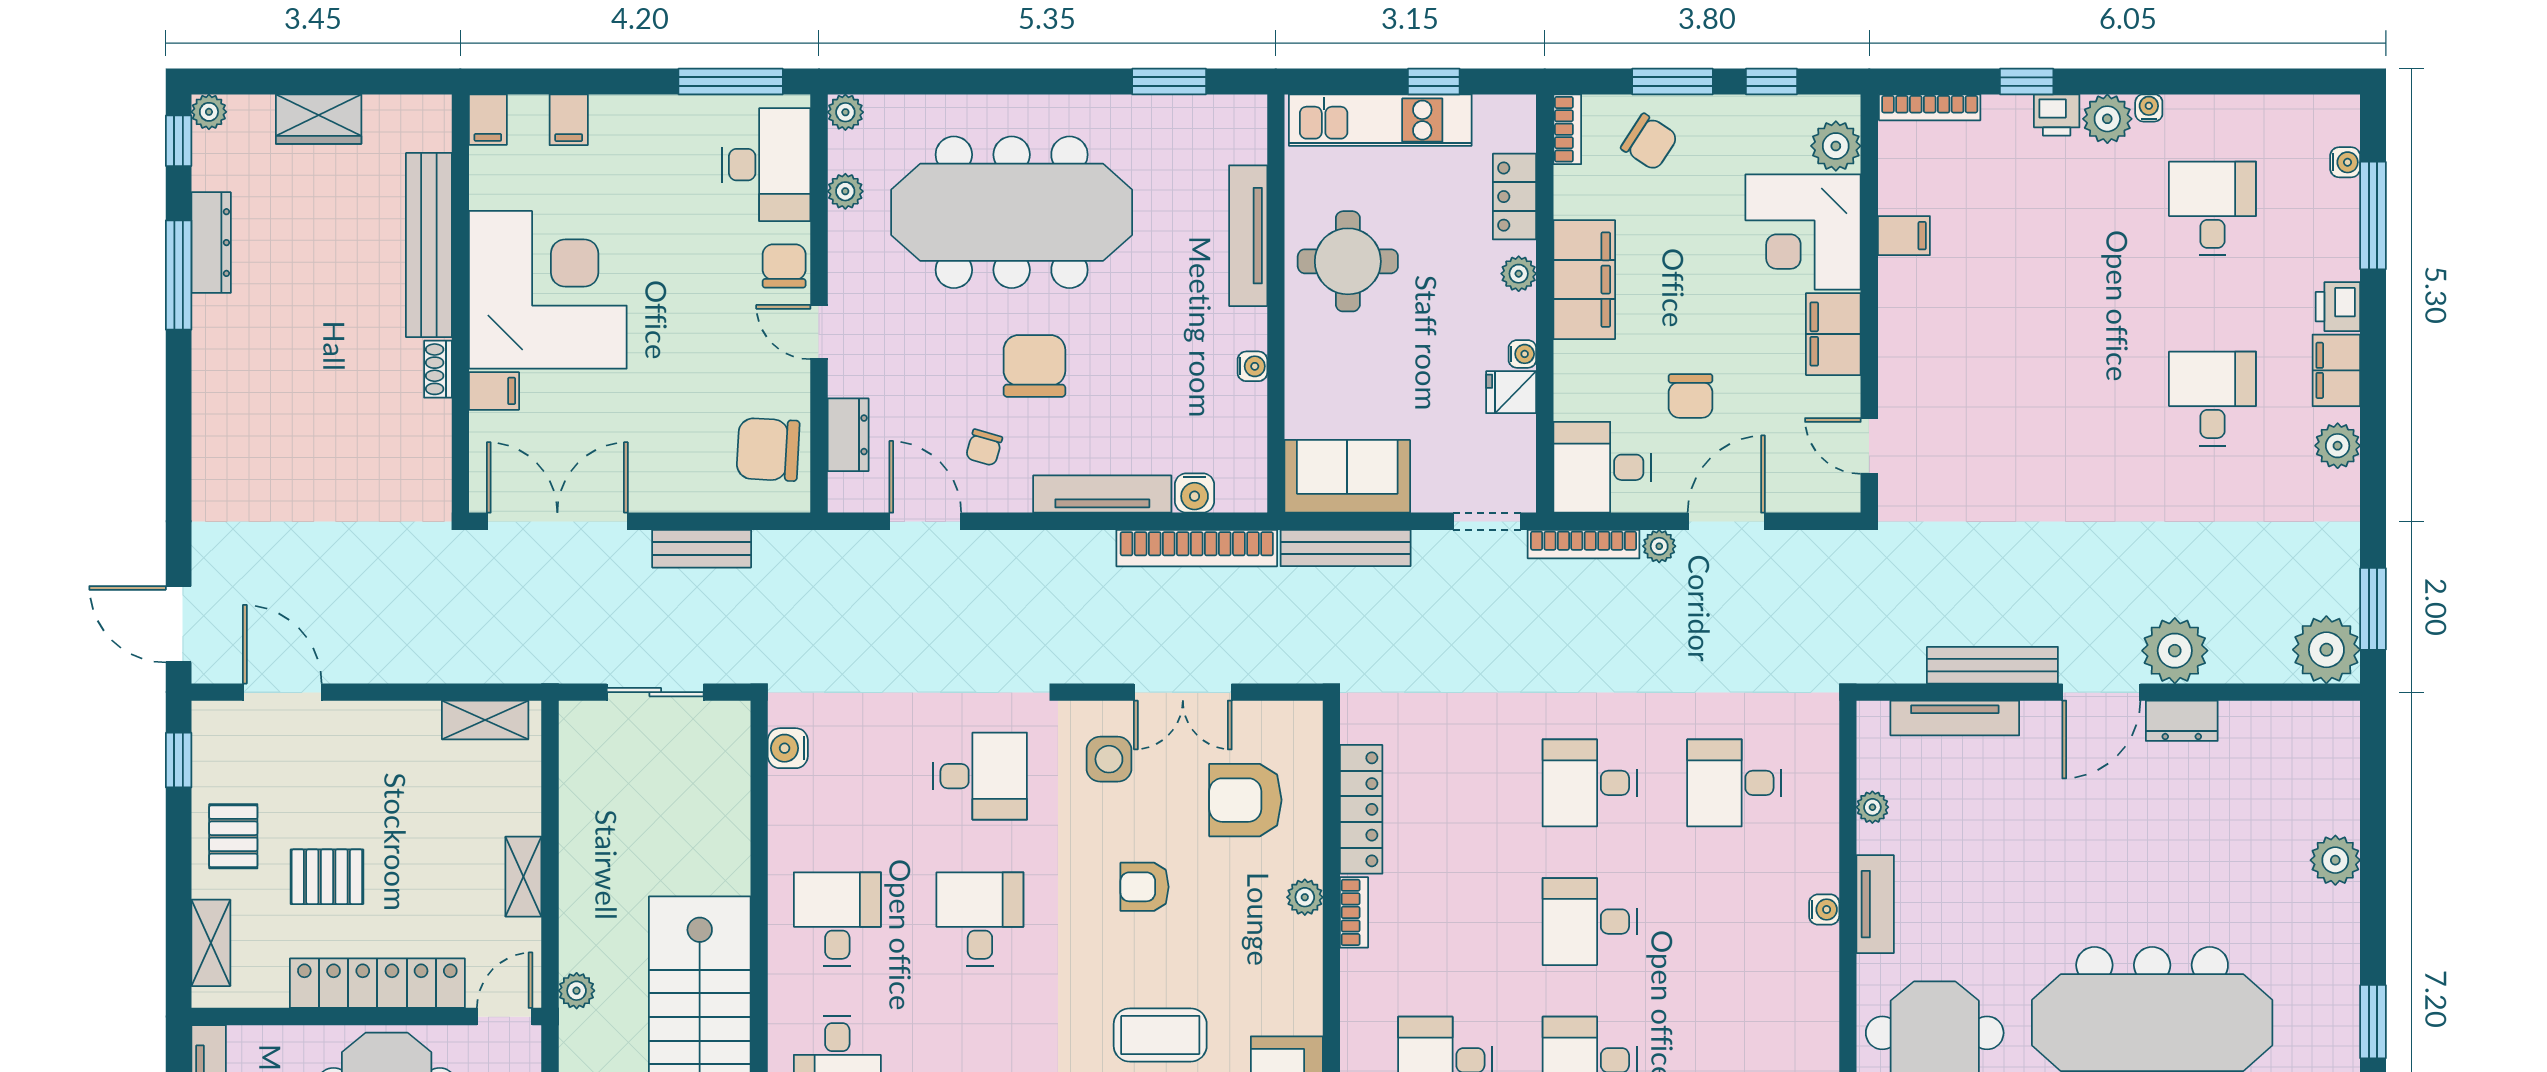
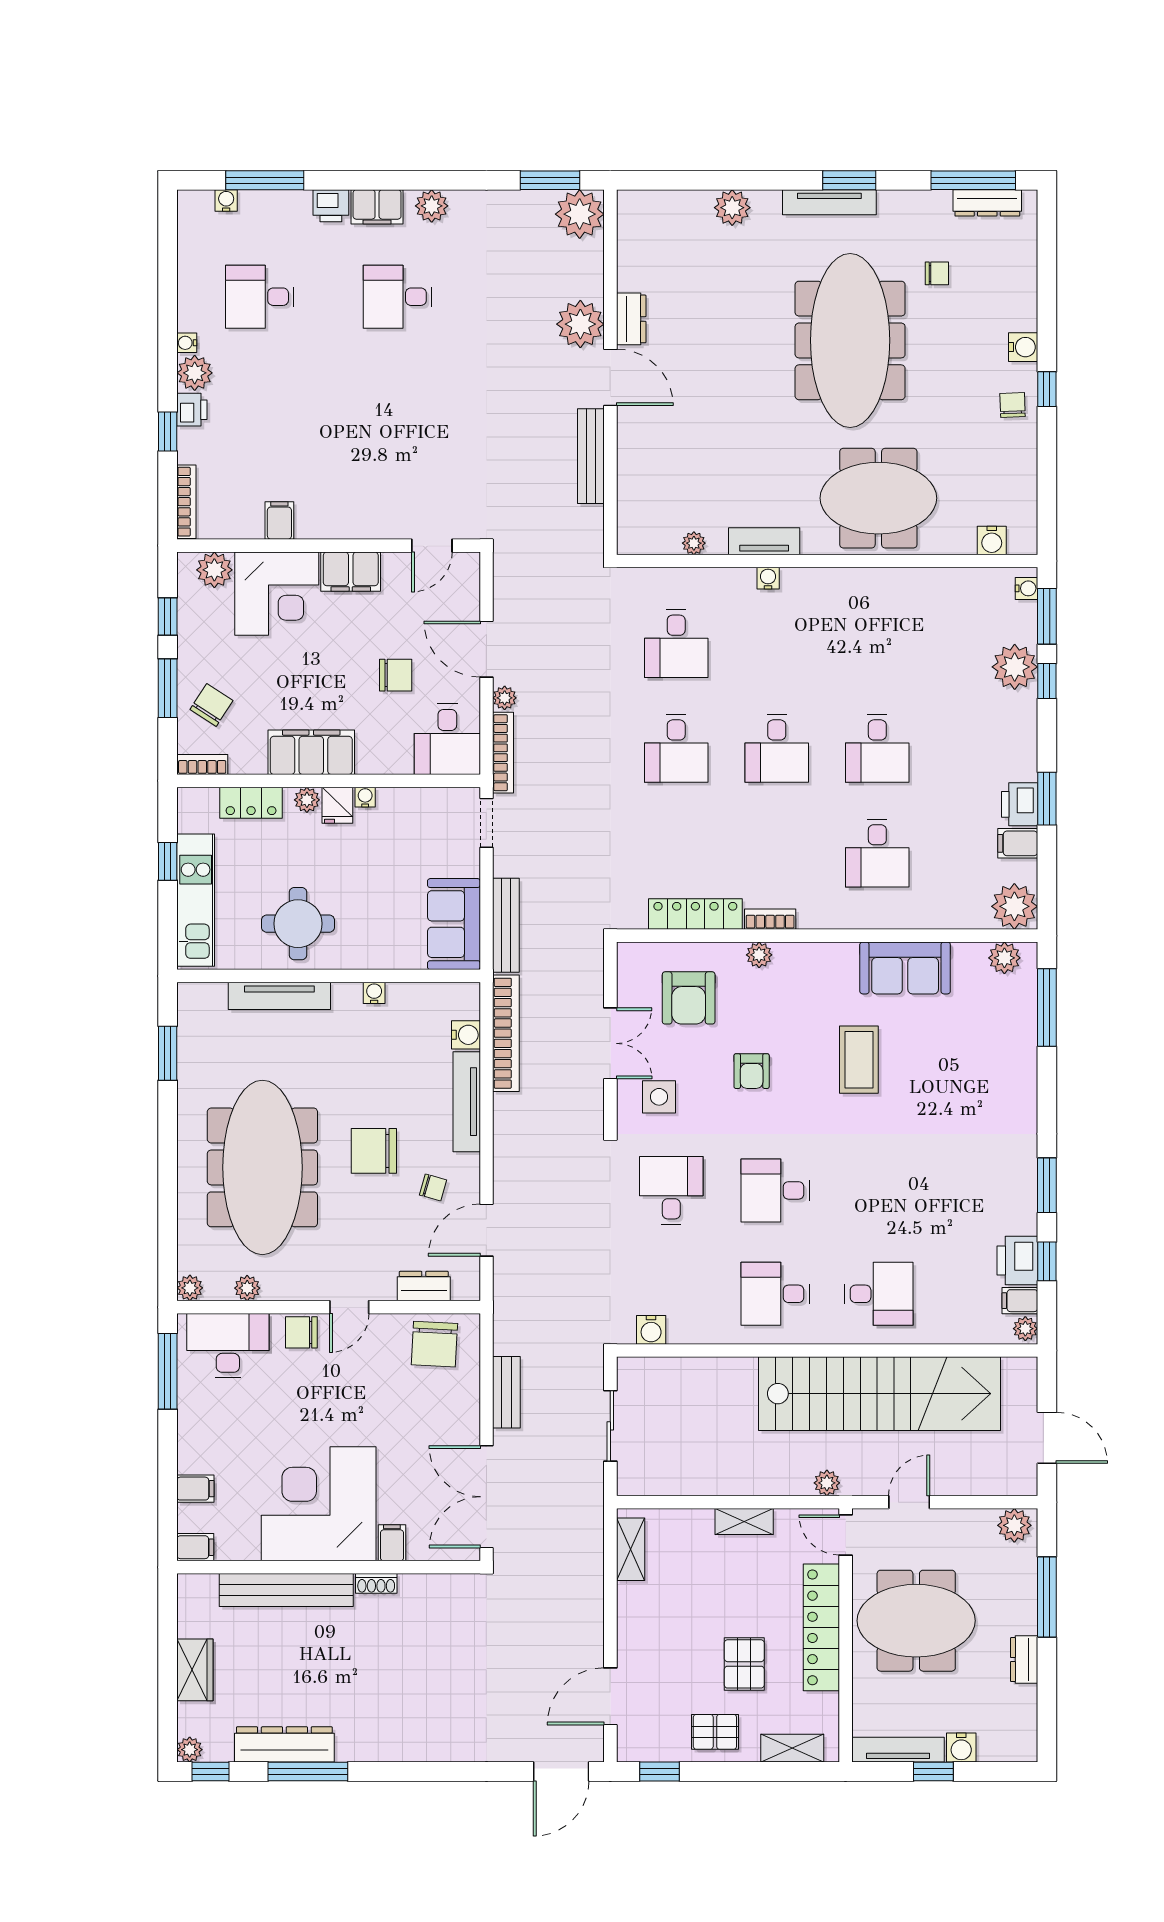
dresser: (211, 243) -> (284, 1744), width x1.37, depth x1.24
fridge: (1511, 392) -> (337, 805), moved
tv unit: (1955, 718) -> (829, 202), moved, turned 90

